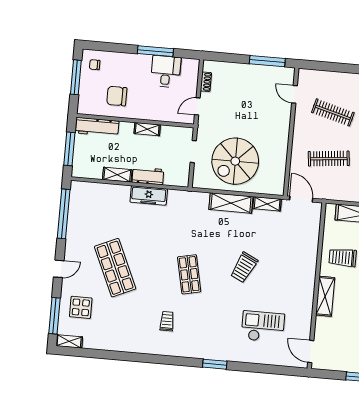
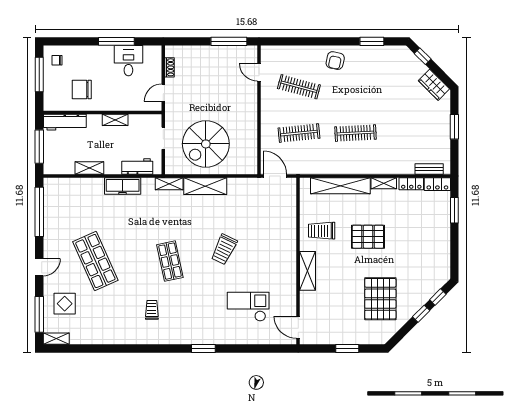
workbench: (148, 176) -> (137, 166), moved
shelving: (267, 204) -> (169, 184), moved

